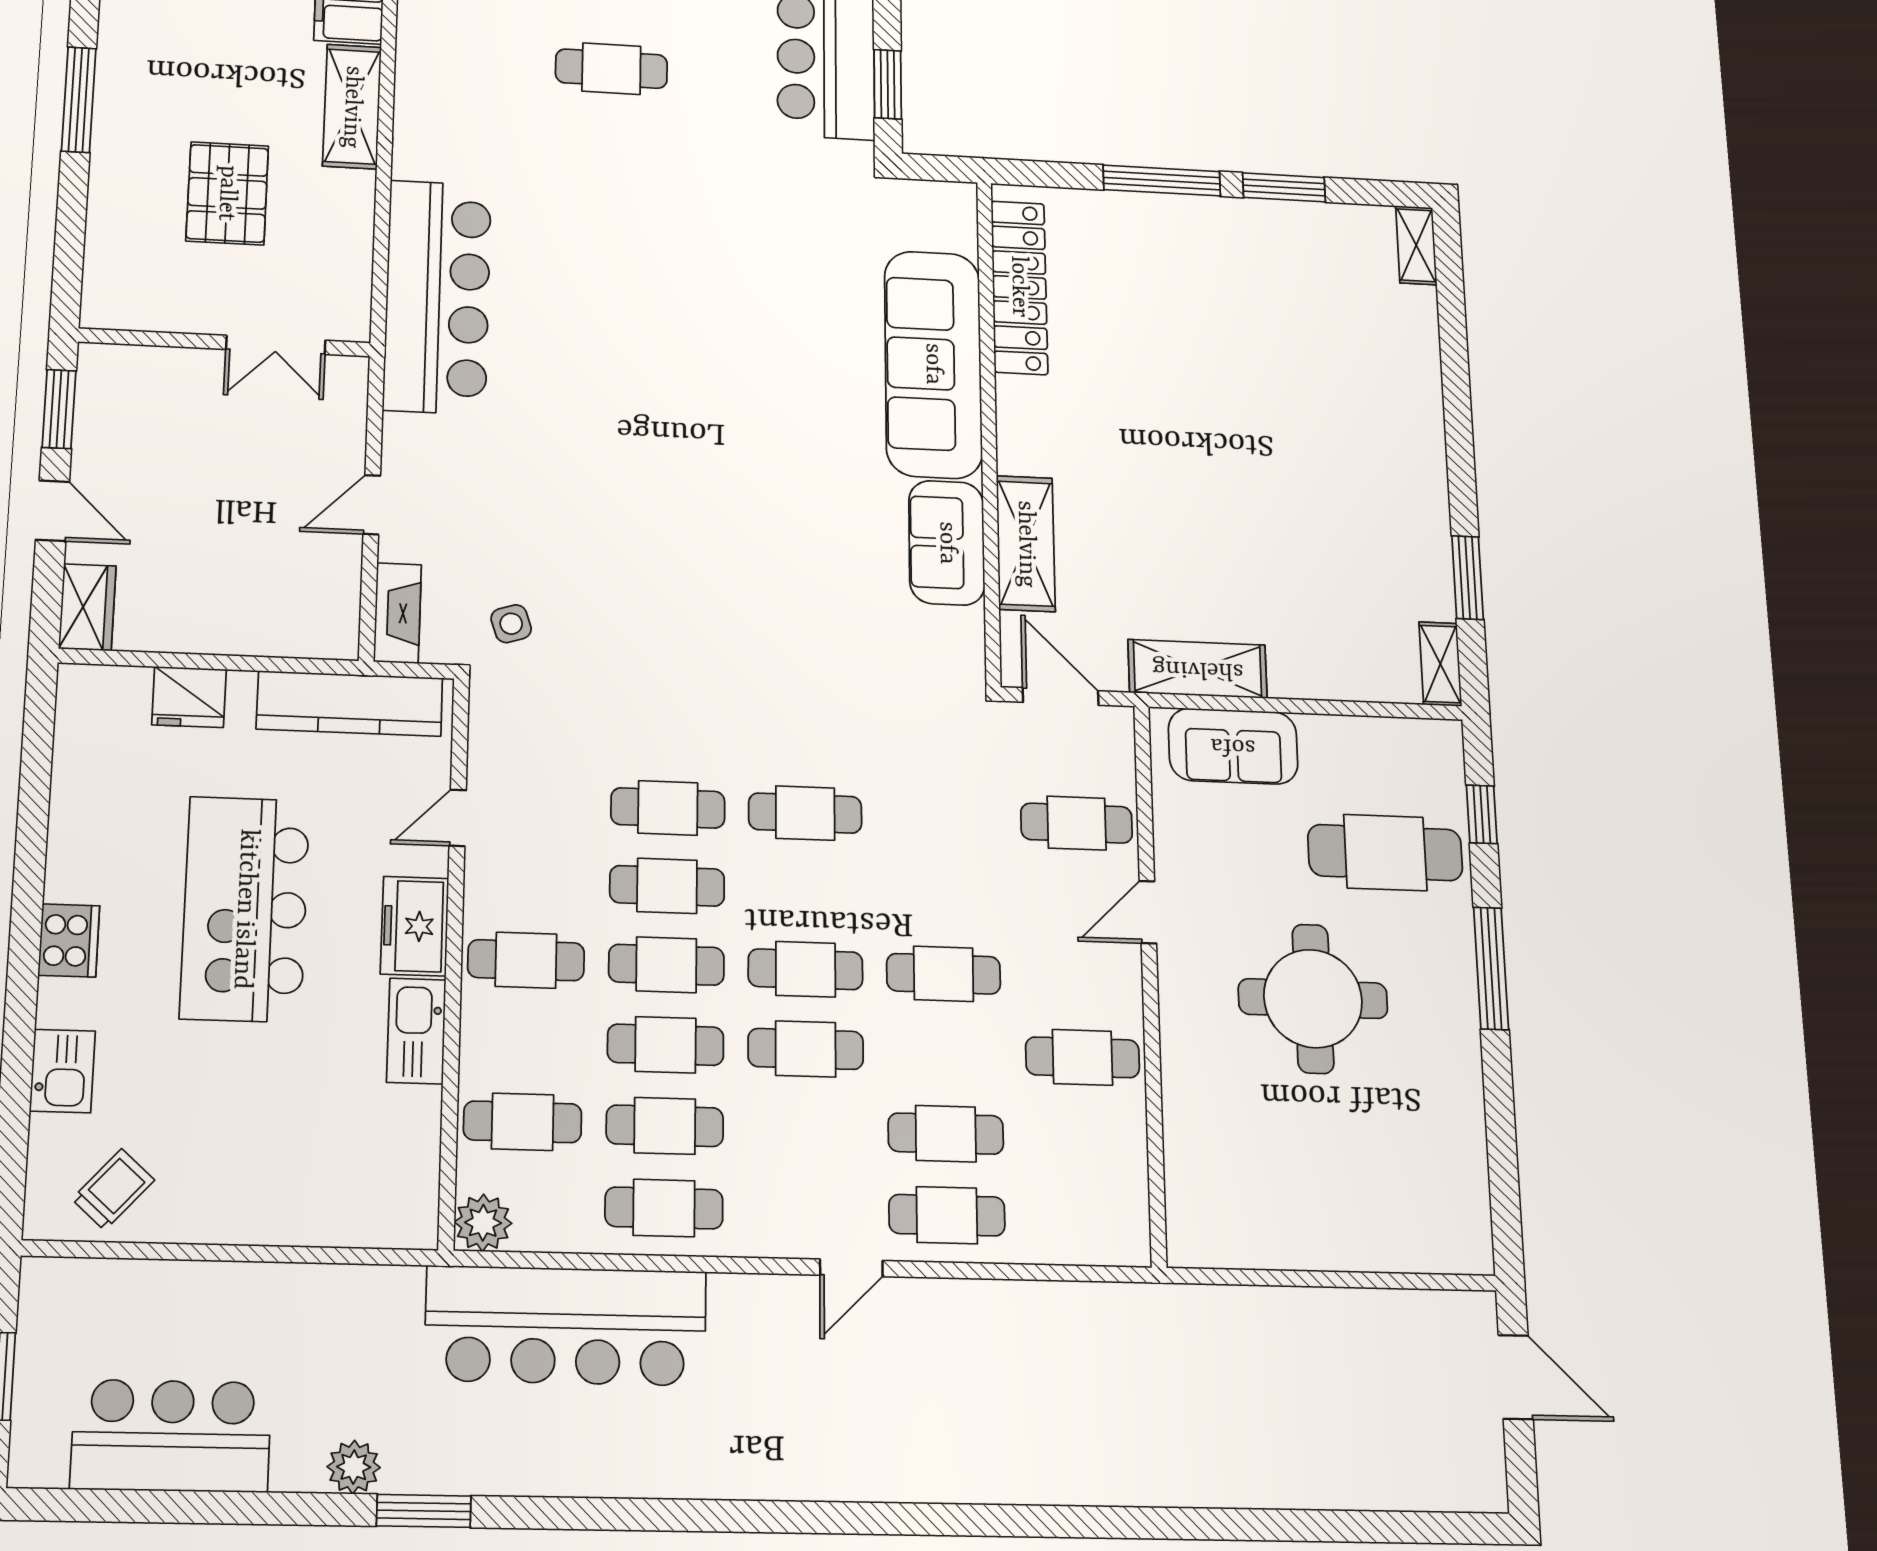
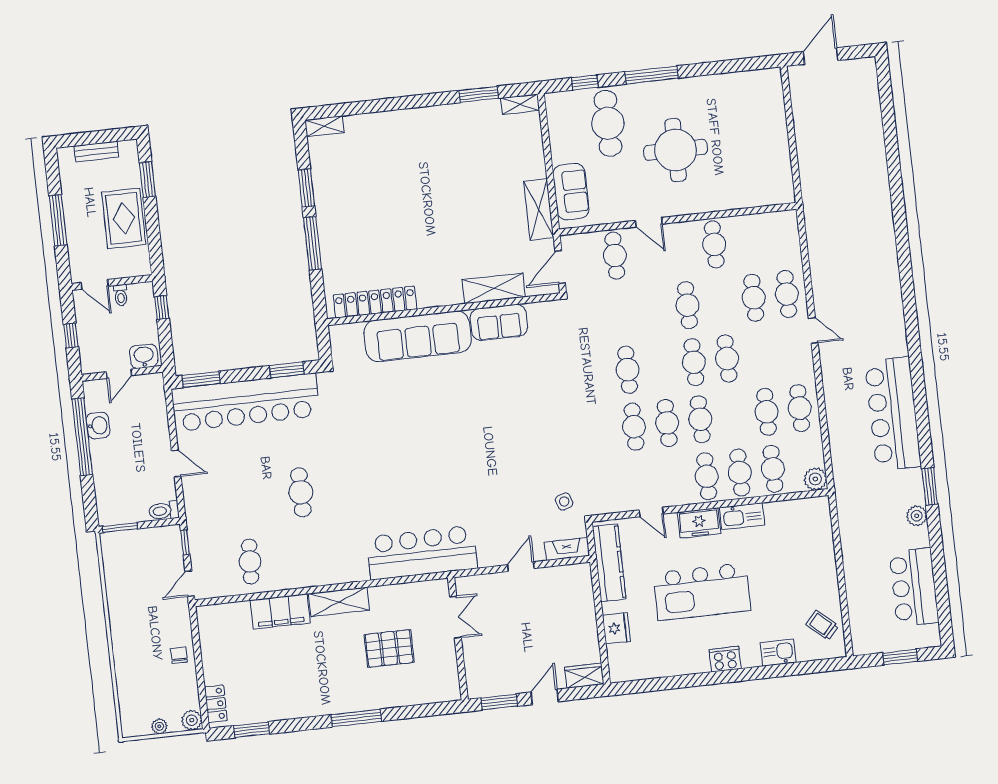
door: (372, 505) -> (521, 567), swing flipped
cafe table: (666, 1045) -> (740, 473), moved
bar counter: (566, 1326) -> (893, 414), moved, turned 180

